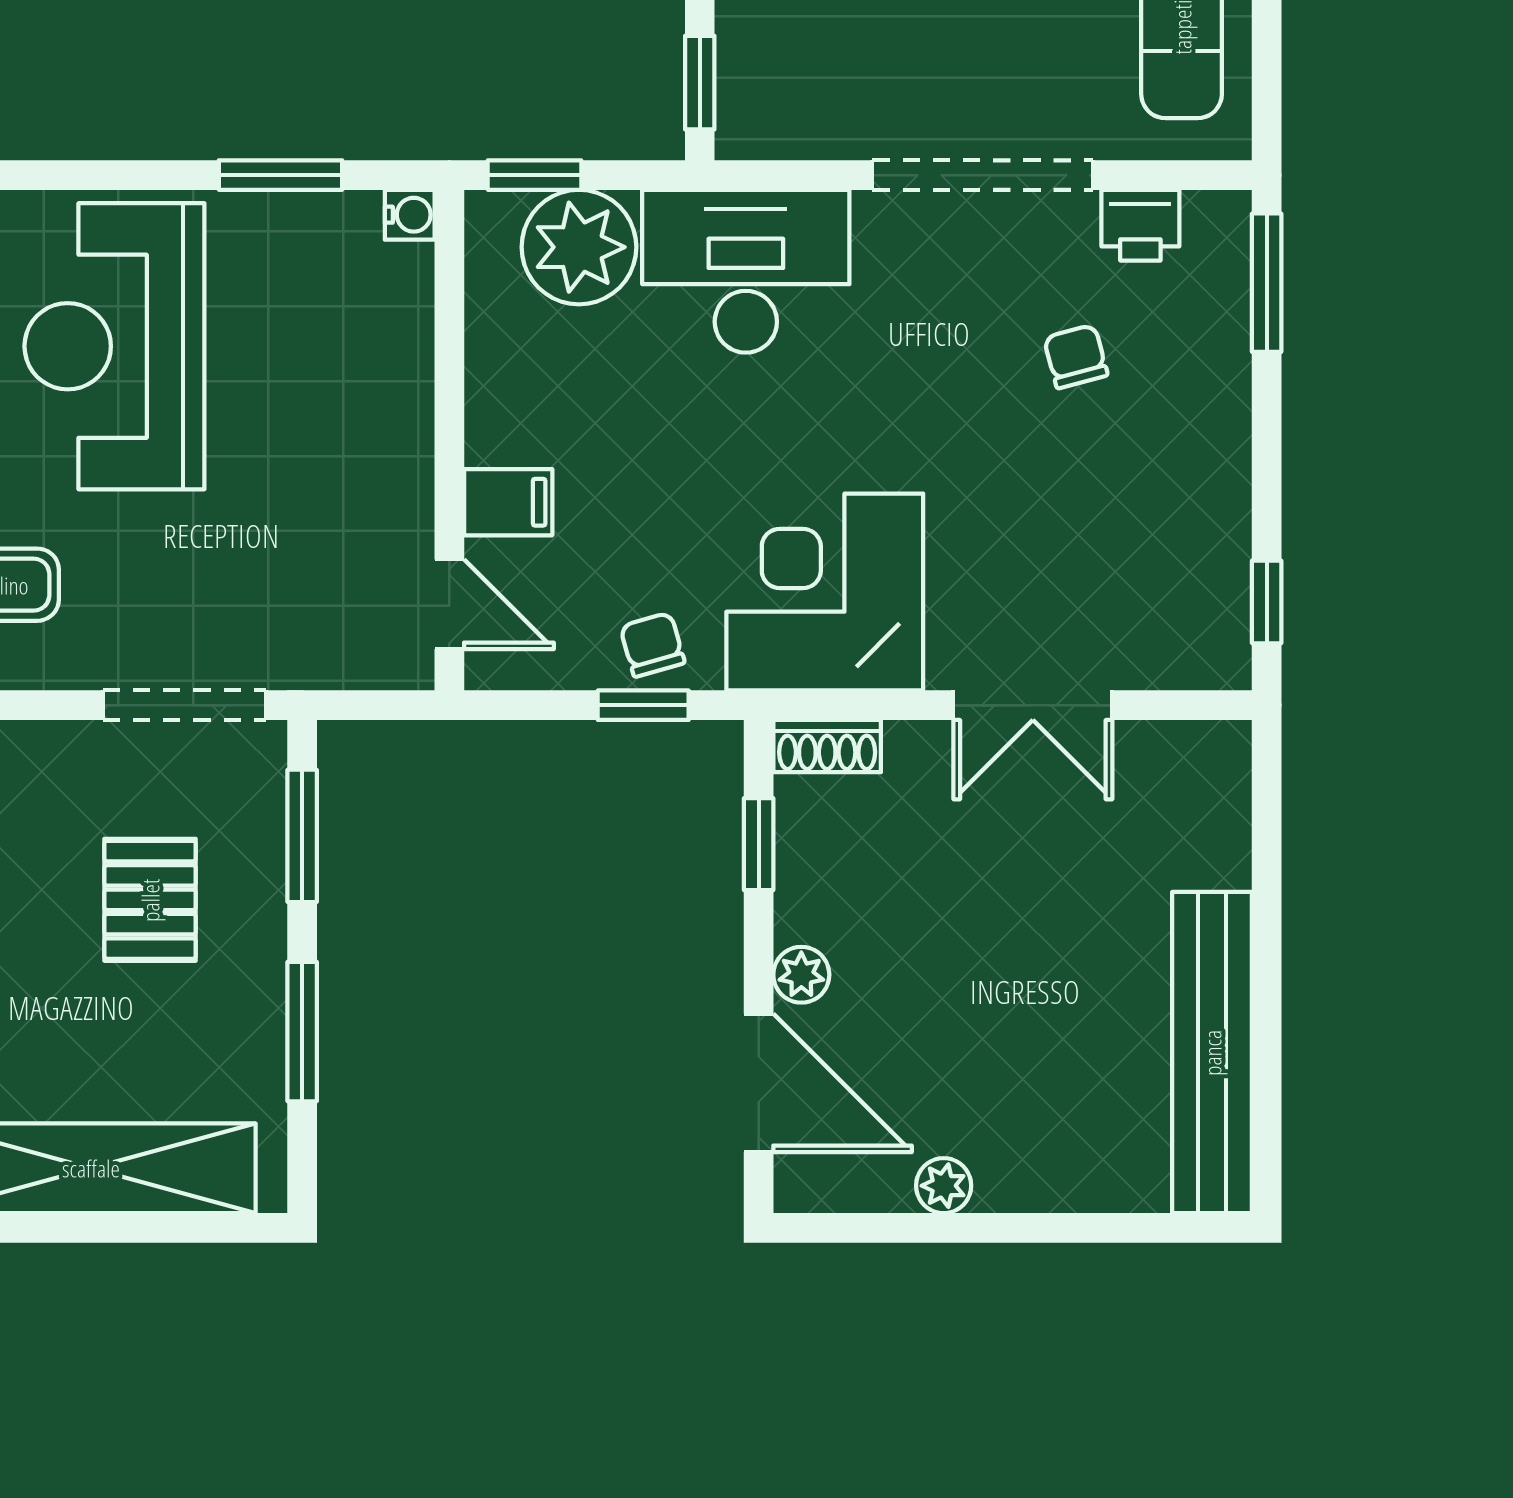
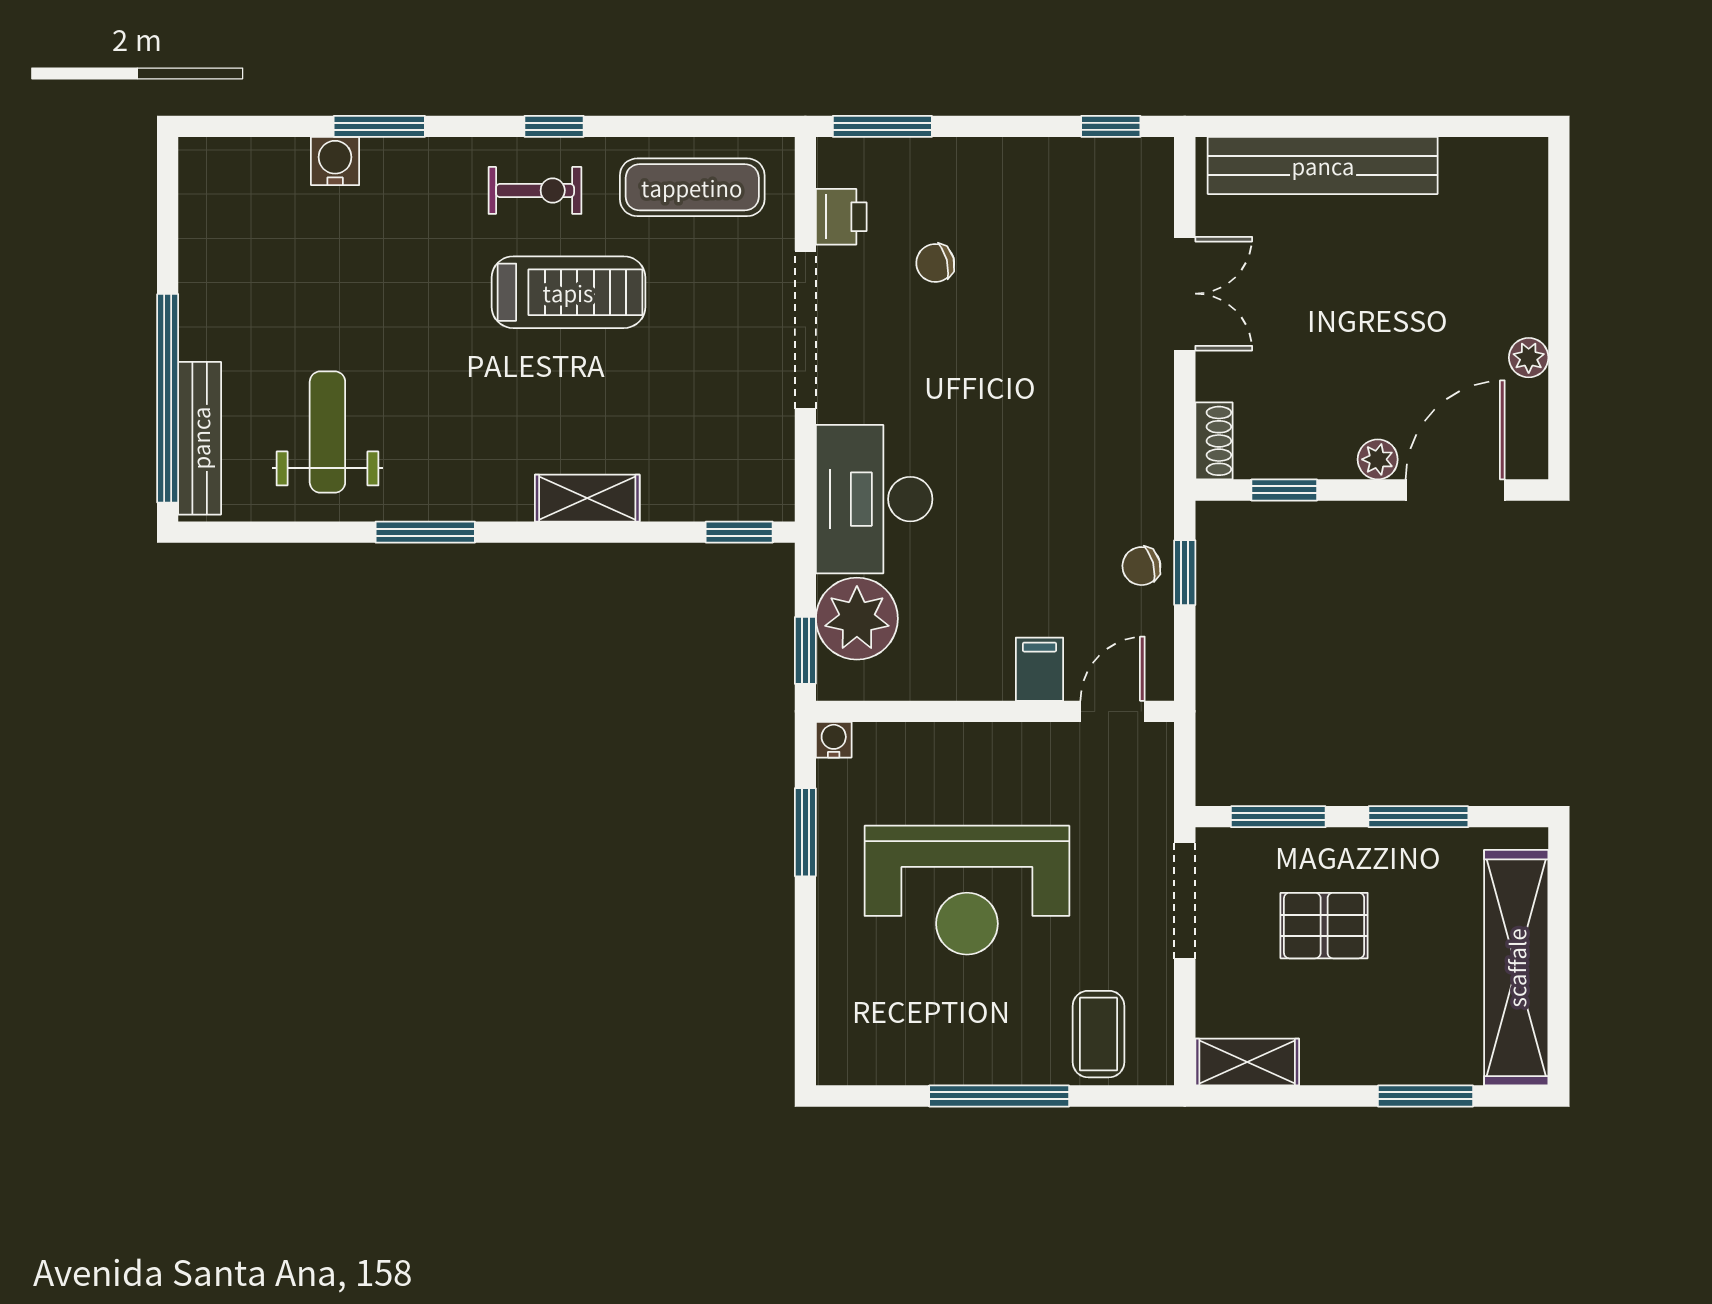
reception desk: (114, 346) -> (967, 890), moved
corner desk: (825, 592) -> (1104, 443), removed
bench: (1212, 1053) -> (1323, 165), moved

